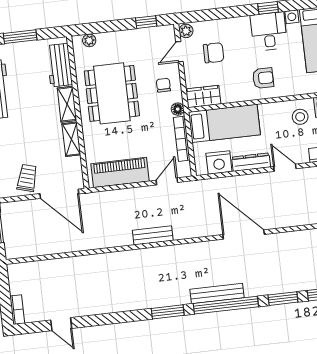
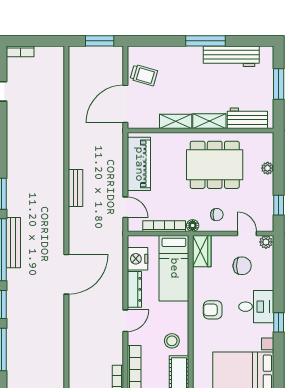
desk: (269, 31) -> (256, 307), moved
plant: (89, 40) -> (268, 168), moved
chair: (214, 53) -> (242, 266), turned -90
armchair: (263, 78) -> (213, 310), turned 90

